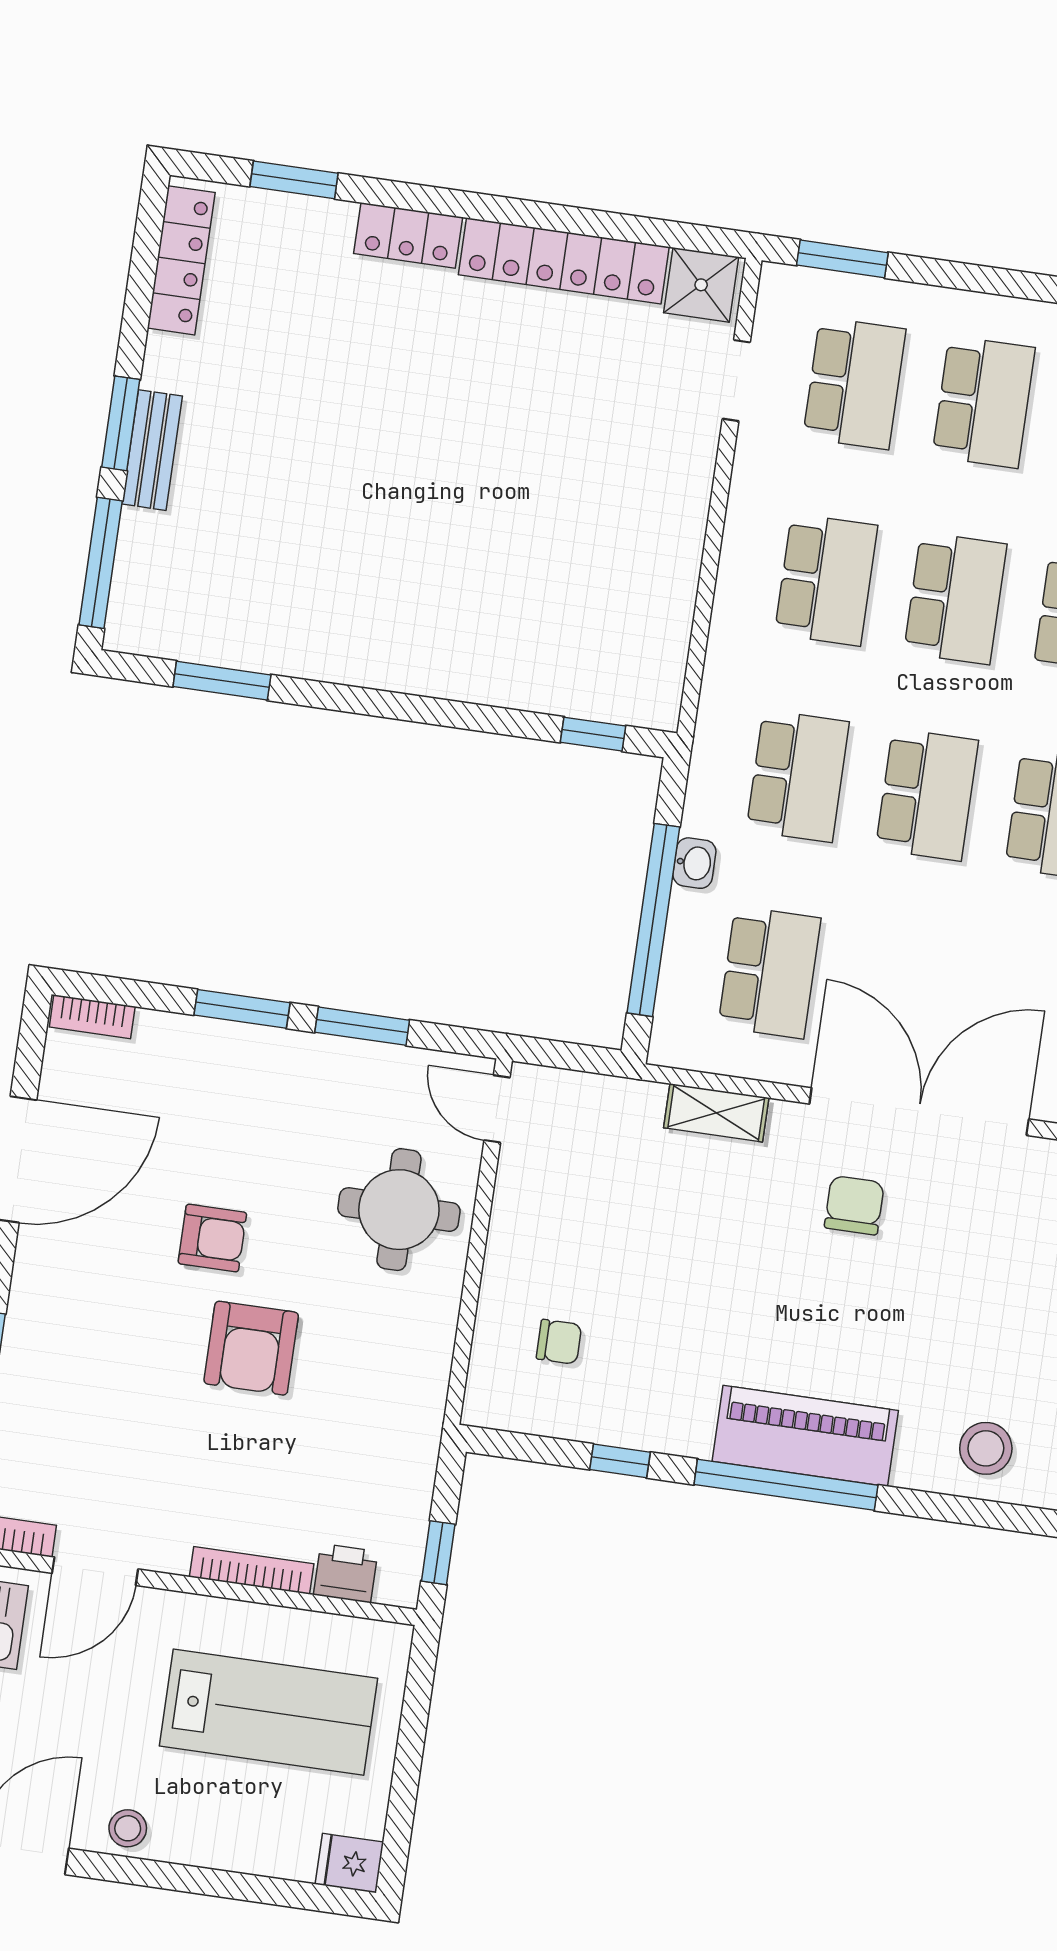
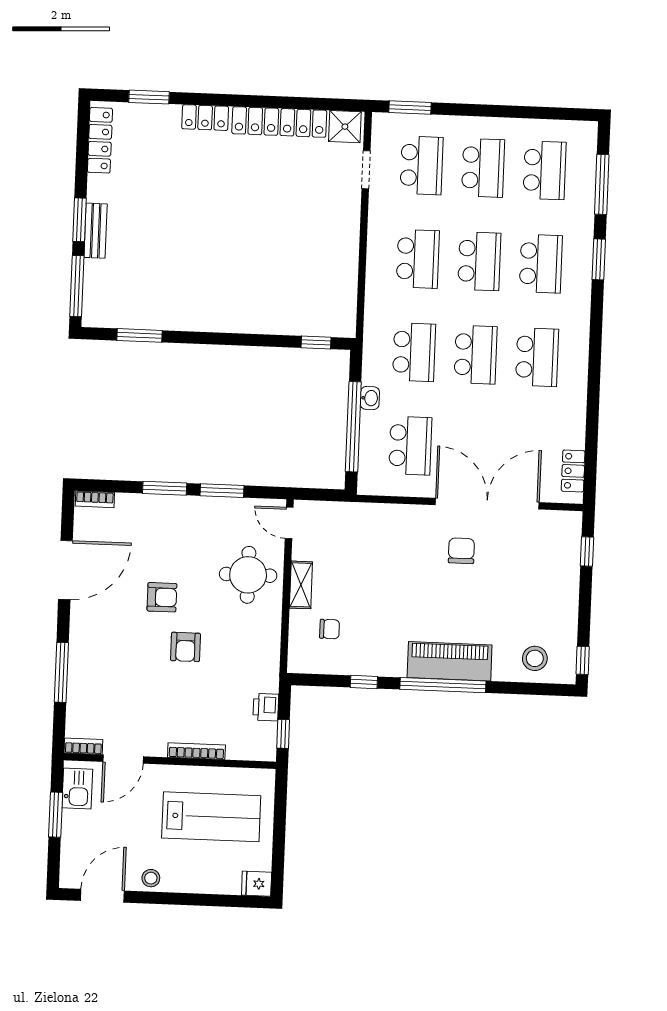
shelving: (716, 1113) -> (301, 585), moved, turned 90
armchair: (251, 1348) -> (185, 647), width x0.72, depth x0.72
printer: (346, 1573) -> (266, 707), moved, turned -90

